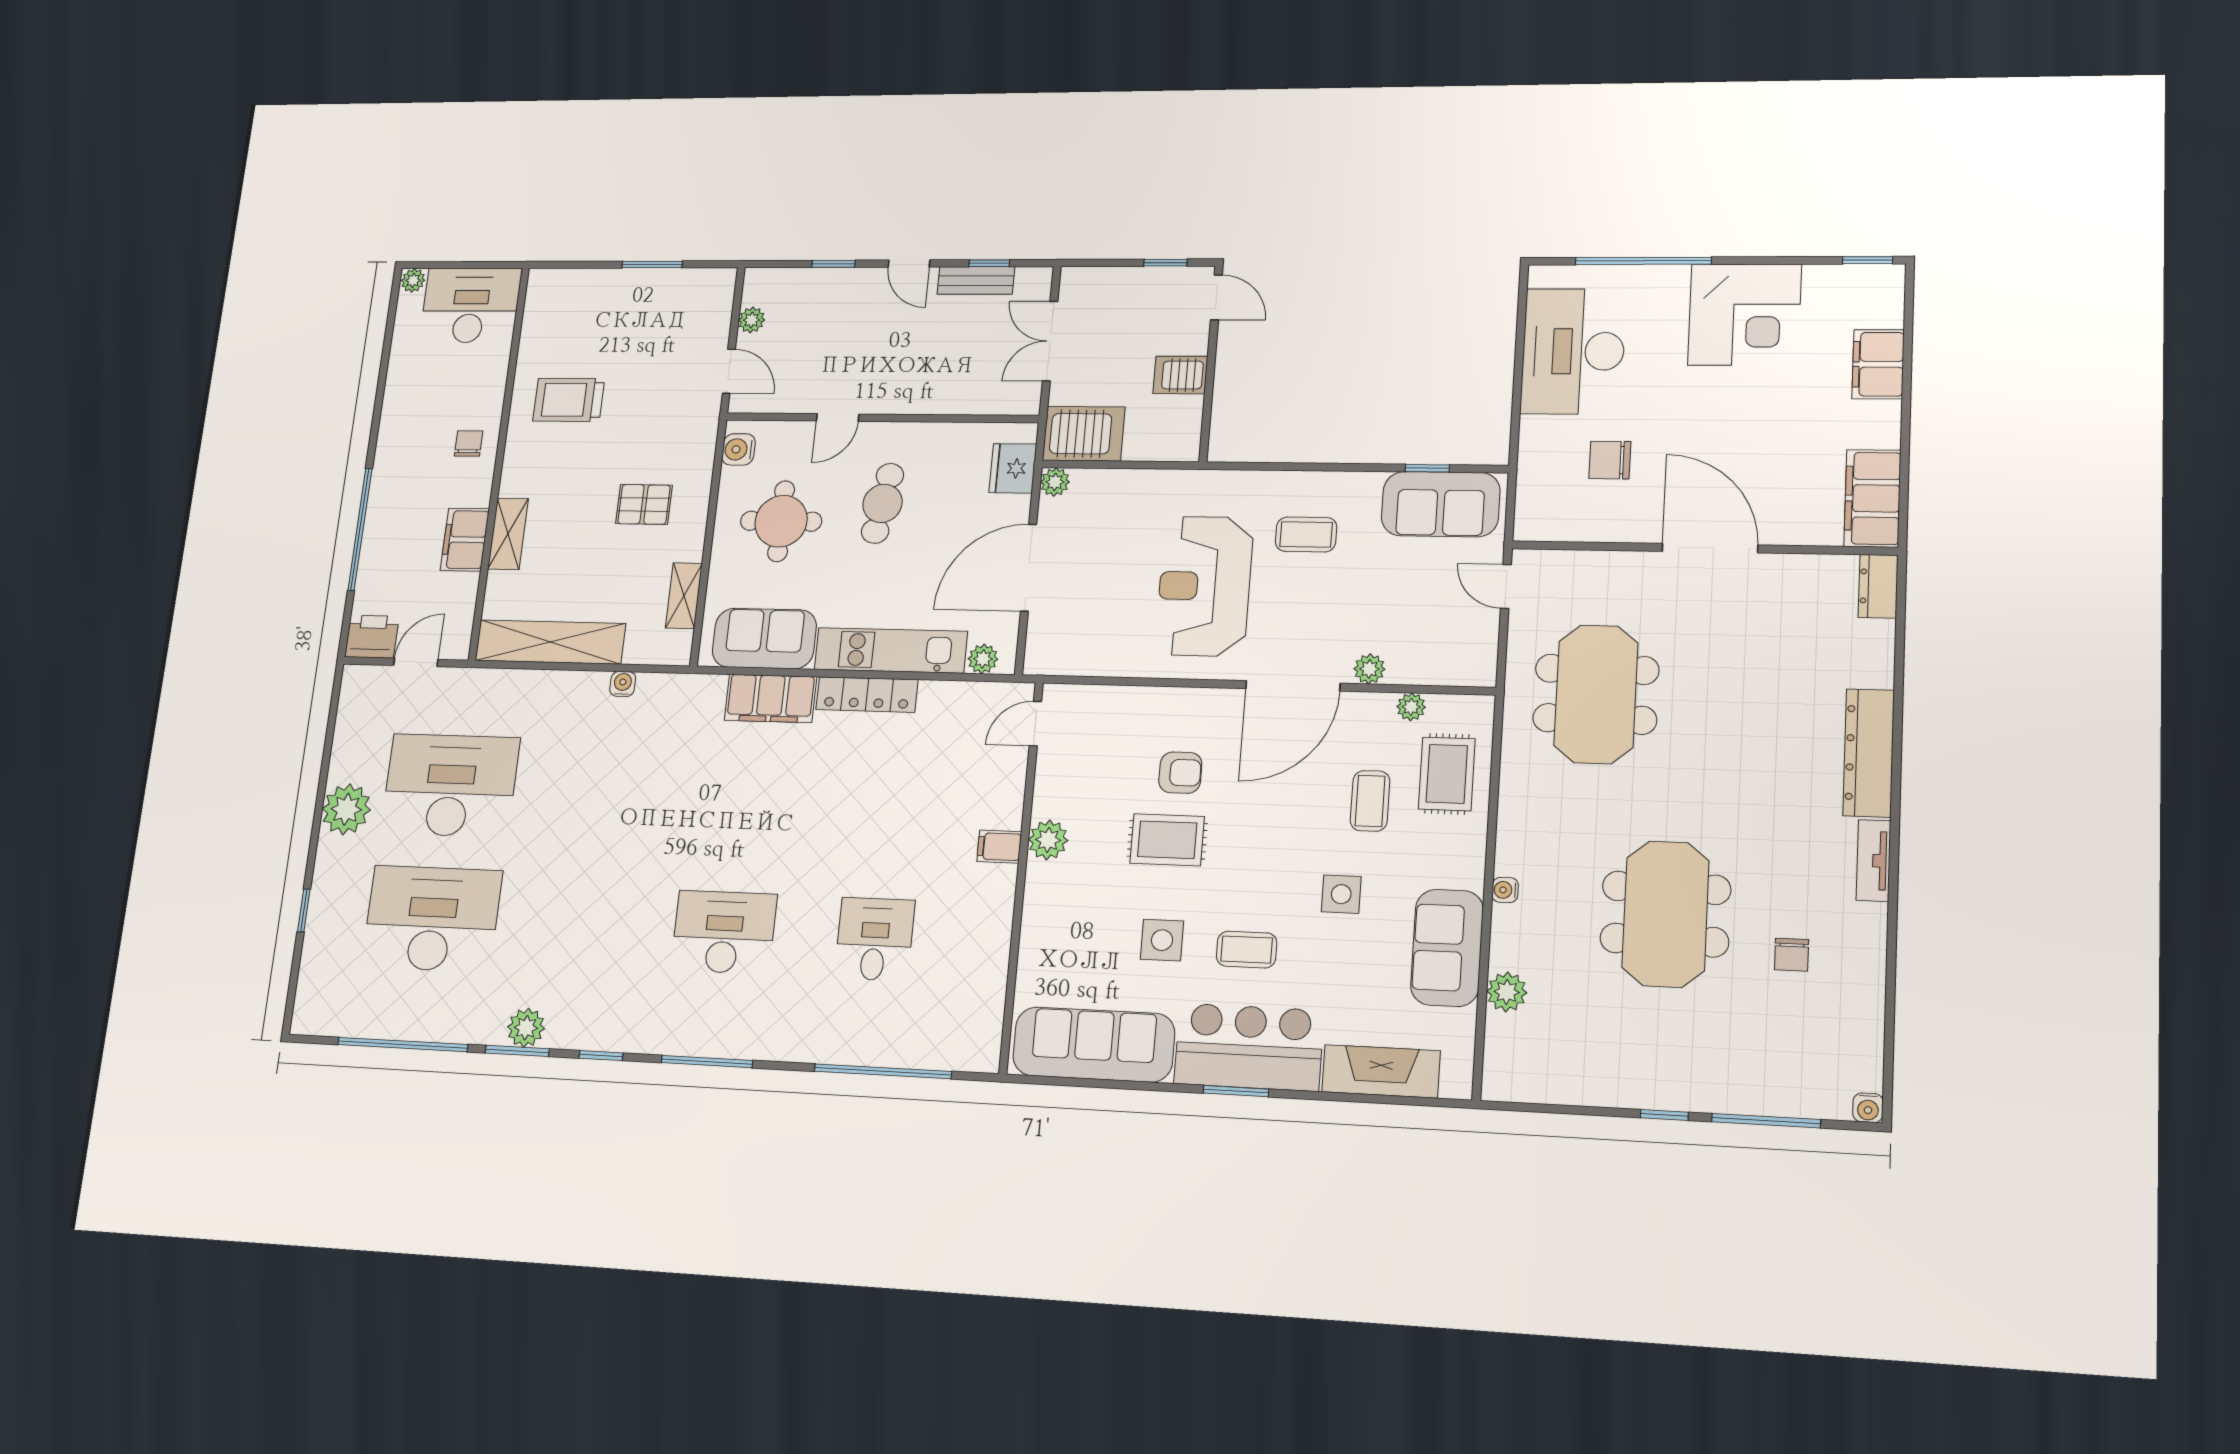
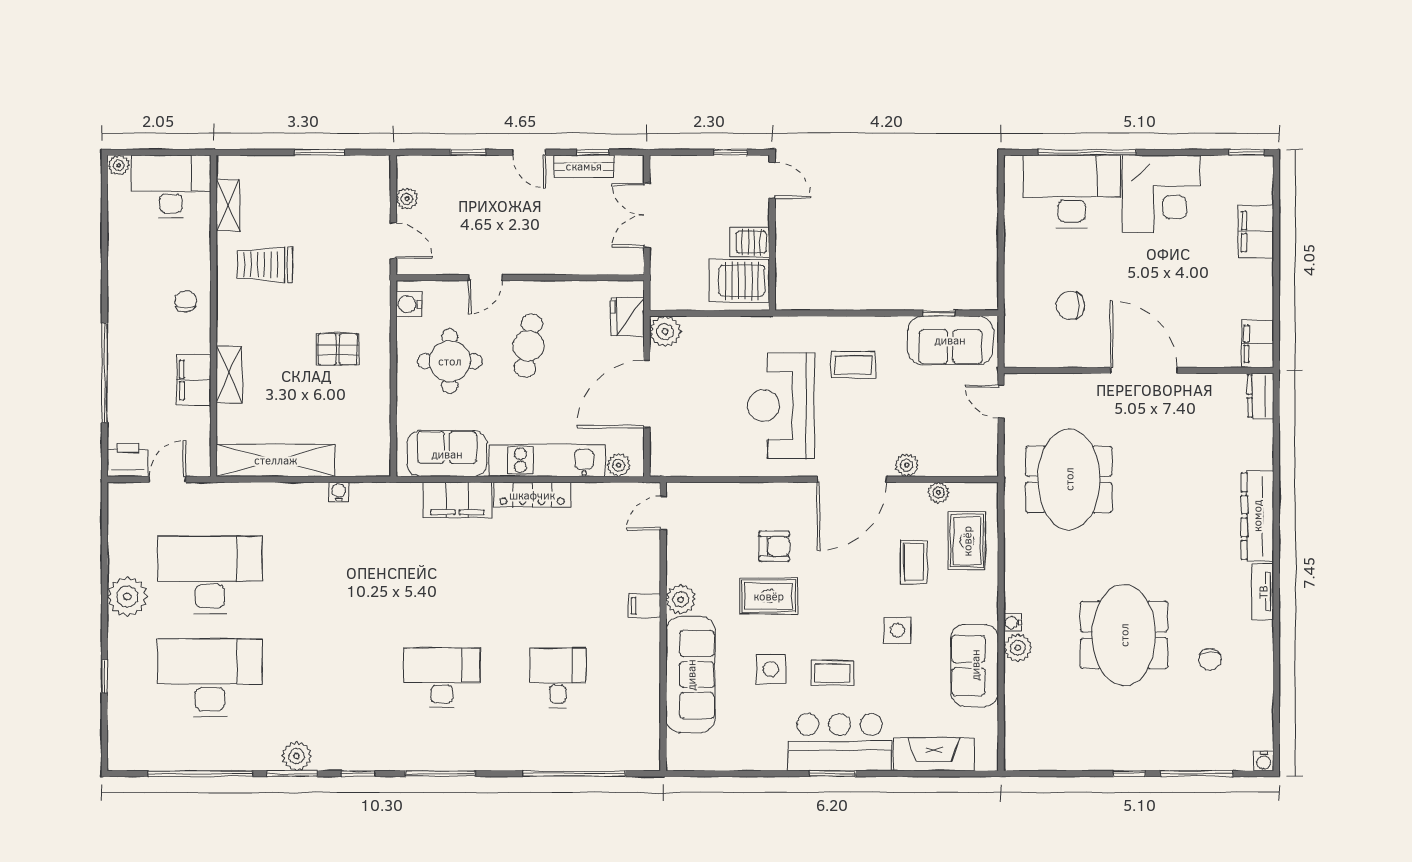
desk: (1573, 351) -> (1072, 191), moved, turned 90
server rack: (1084, 434) -> (739, 281), moved, turned 180
plant: (1055, 482) -> (665, 331), width x1.38, depth x1.38
filing cabinet: (1872, 498) -> (1258, 344), width x0.67, depth x0.86
shelving: (684, 596) -> (228, 205), moved
plant: (1507, 992) -> (1018, 648), moved
sofa: (1094, 1045) -> (691, 675), moved, turned 90

